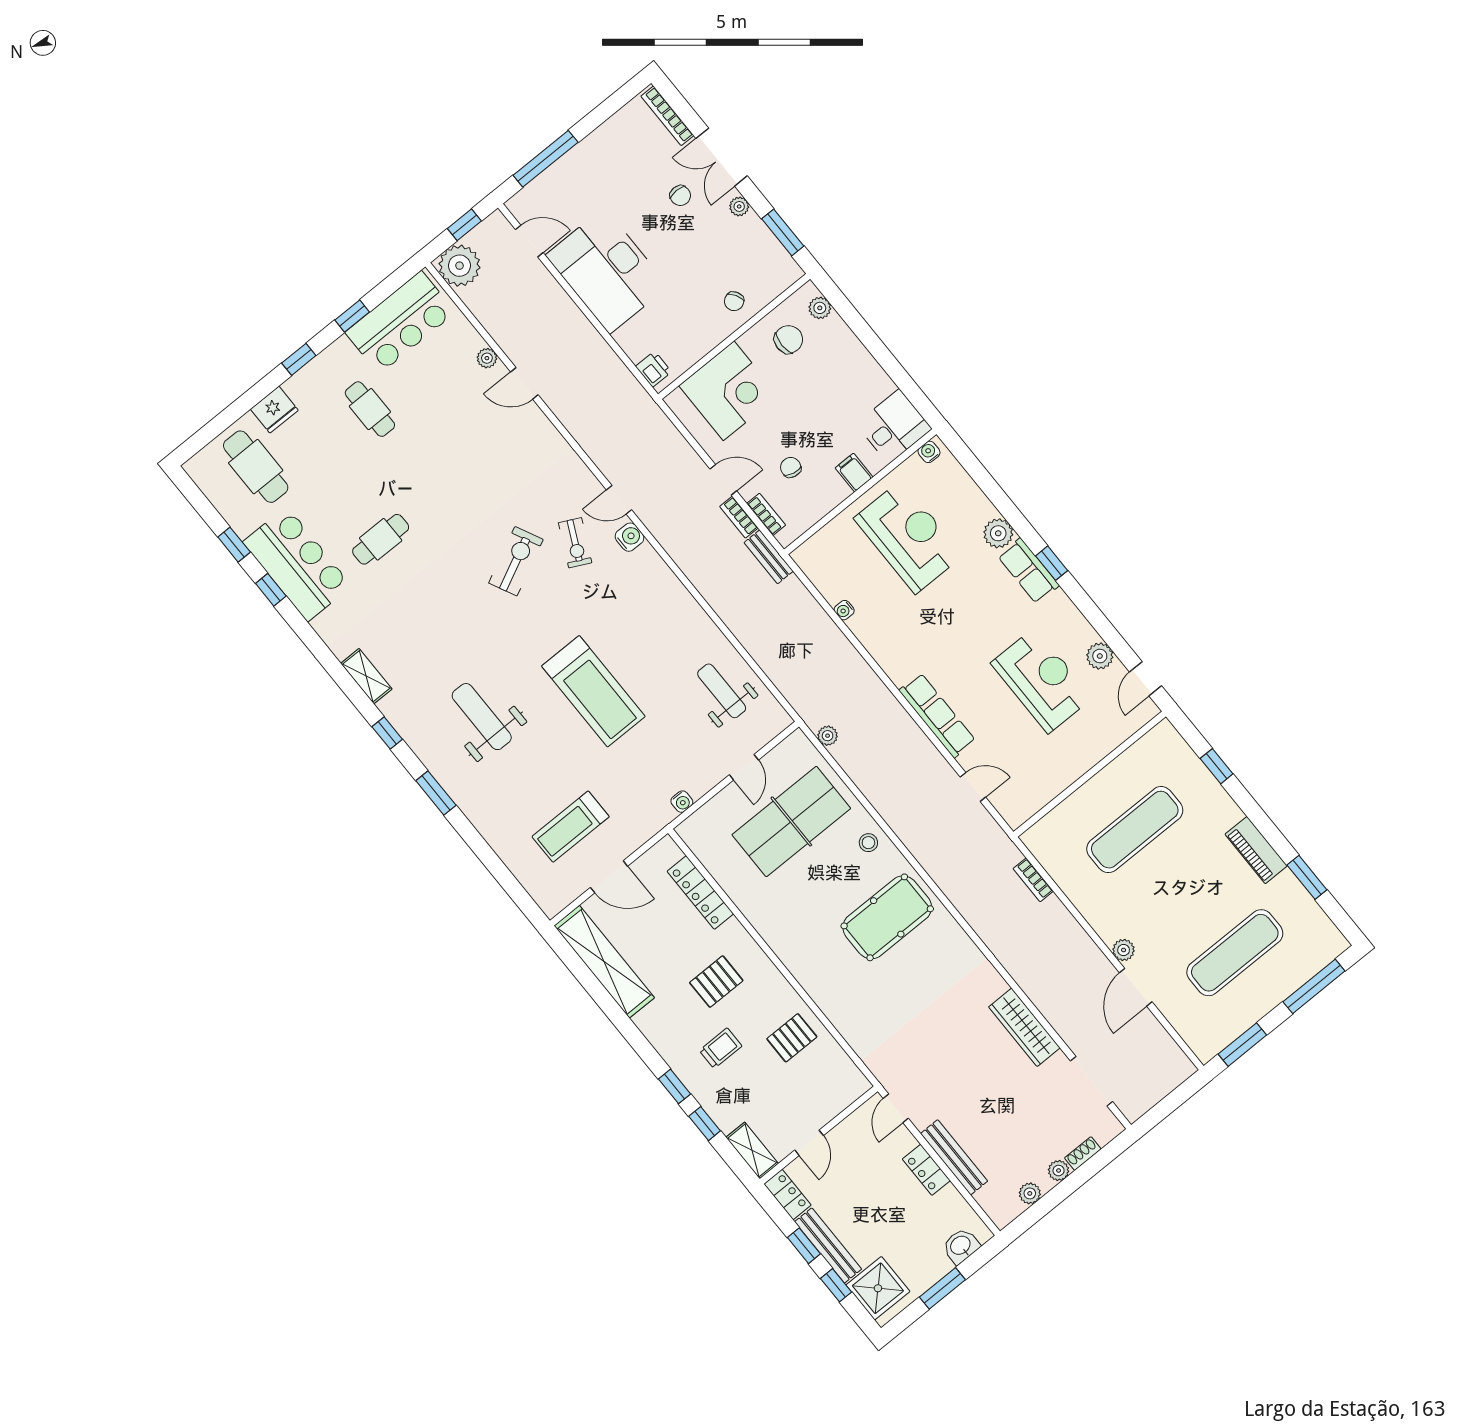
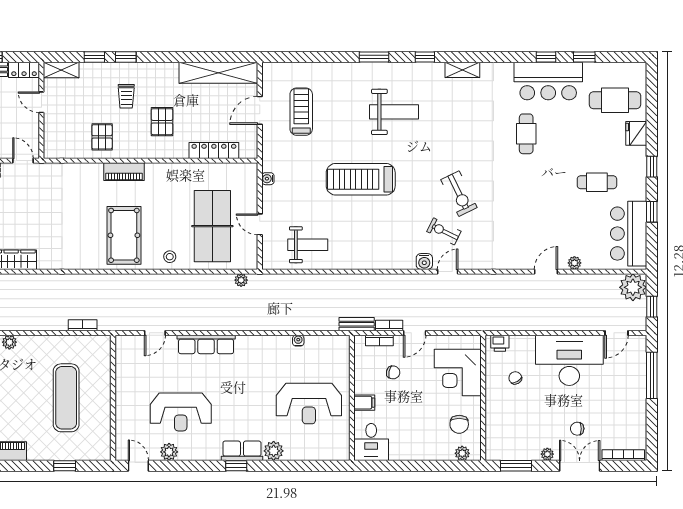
chair: (734, 301) -> (515, 378), moved
water cooler: (929, 452) -> (344, 449), removed
piano: (812, 978) -> (124, 172), added

